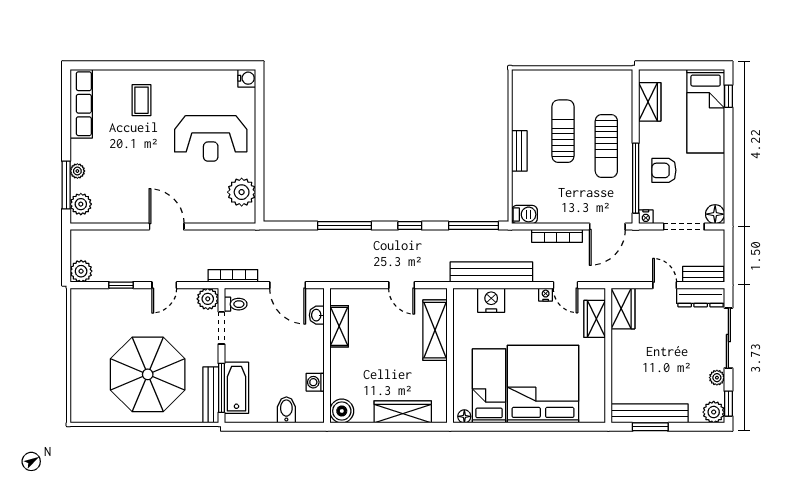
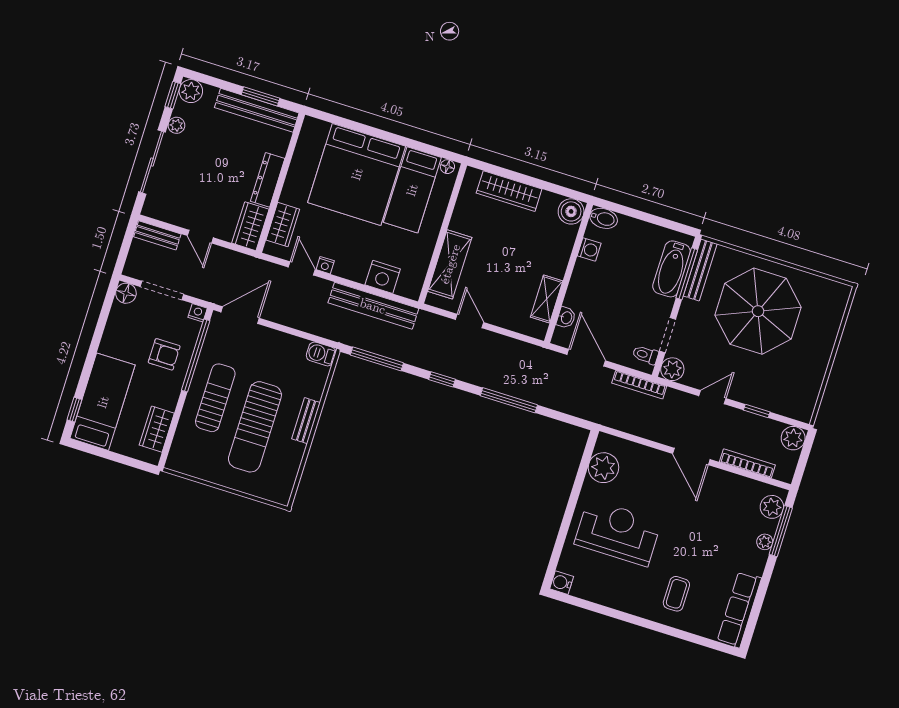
sun lounger: (563, 131) -> (255, 427), width x1.36, depth x1.34
bookcase: (557, 236) -> (747, 463), moved
dresser: (701, 297) -> (268, 180), moved, turned -90
bidet: (286, 410) -> (604, 218), moved, turned -90

